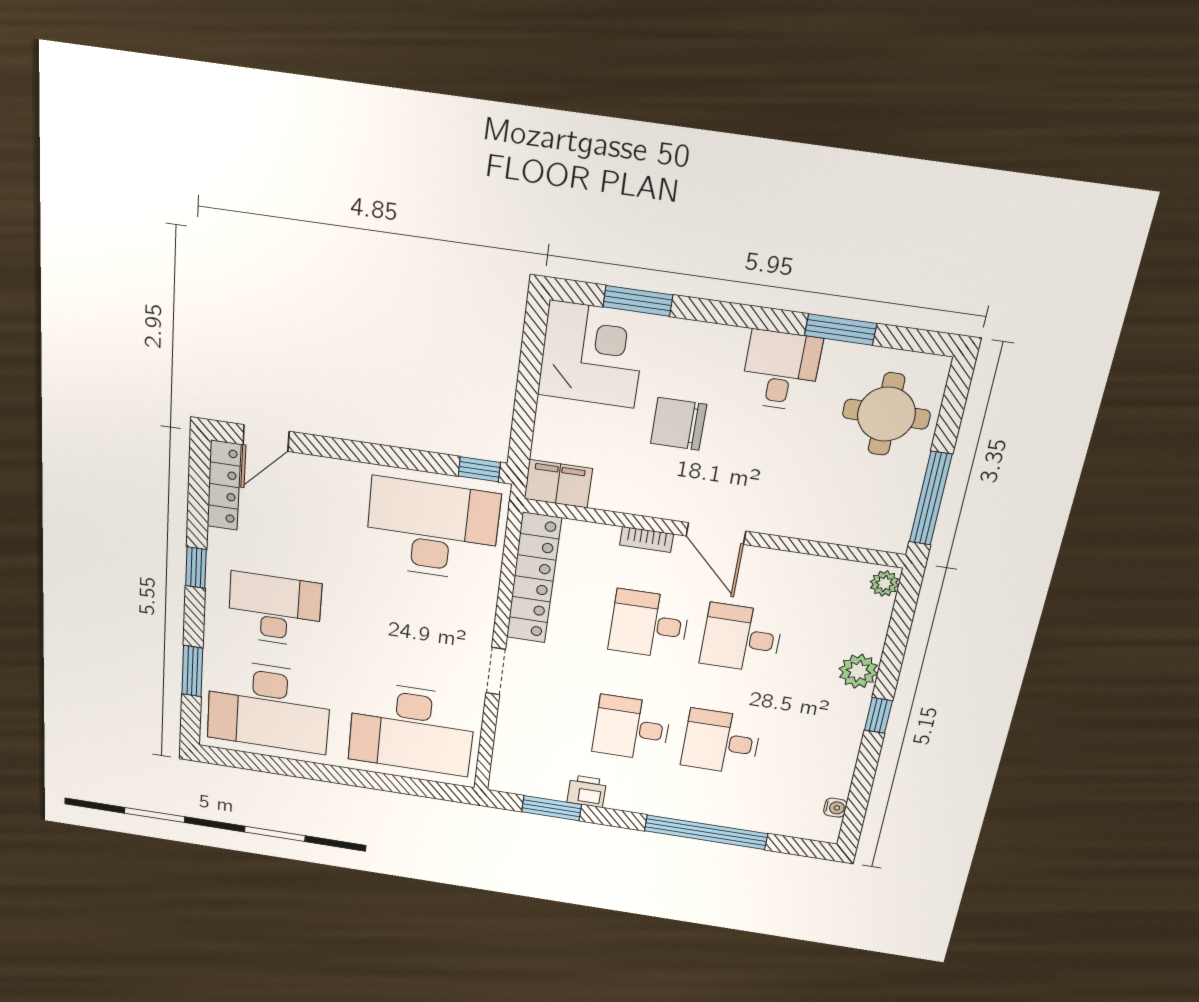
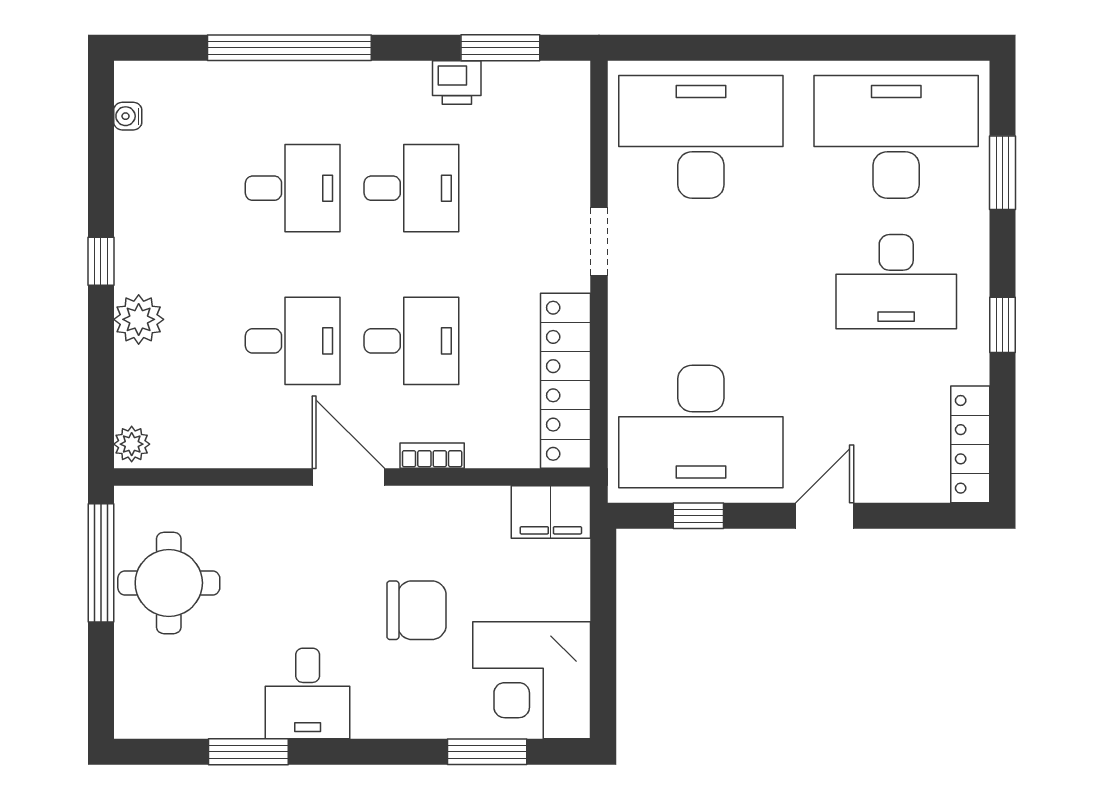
round table: (886, 414) -> (169, 583), moved
door: (266, 438) -> (825, 516), moved
window: (479, 469) -> (698, 516), moved

